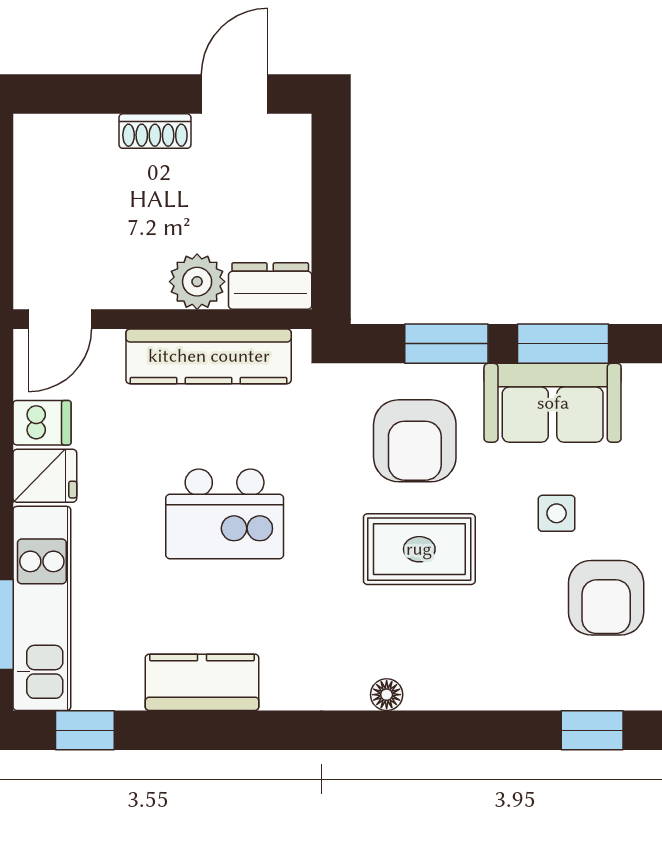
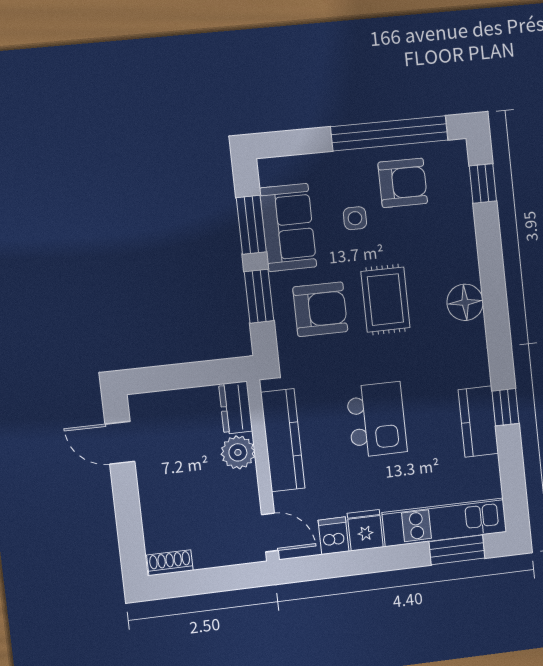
shoe rack: (155, 131) -> (170, 563), moved, turned -90
floor lamp: (387, 695) -> (465, 302), width x1.89, depth x1.89
window: (85, 730) -> (505, 407), moved

